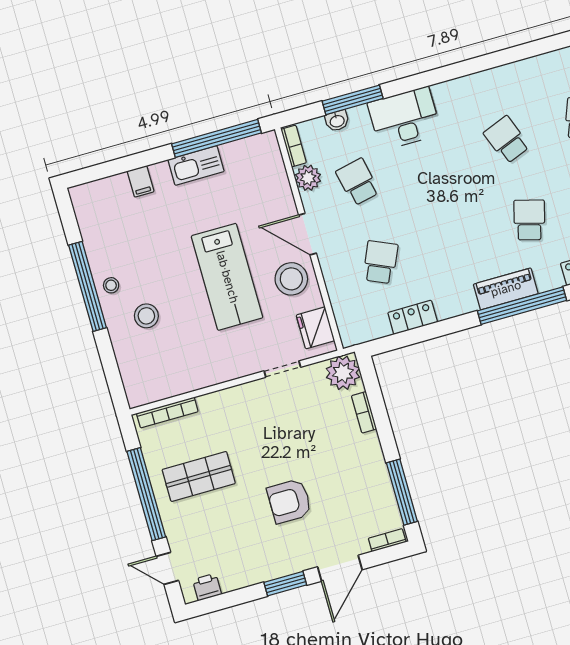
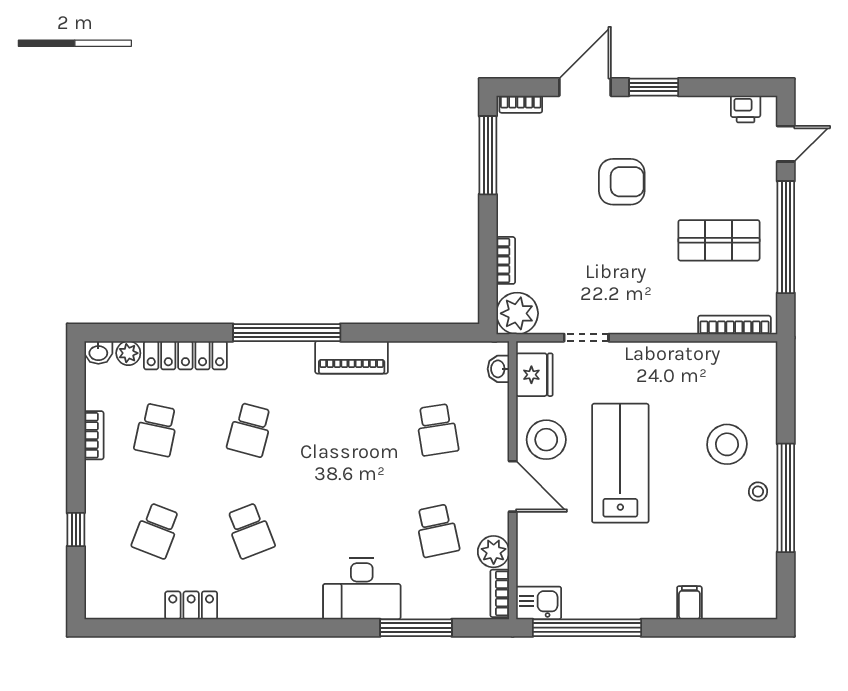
washbasin: (337, 121) -> (498, 369), moved, turned -90
kitchen sink: (196, 165) -> (539, 603), moved, width x0.73
school desk: (380, 262) -> (437, 430), turned -33
piano: (506, 289) -> (352, 357), moved
stool: (146, 316) -> (727, 444), width x1.38, depth x1.38
locker: (413, 317) -> (191, 605), moved, turned 180
door: (167, 568) -> (786, 144), hinge flipped

